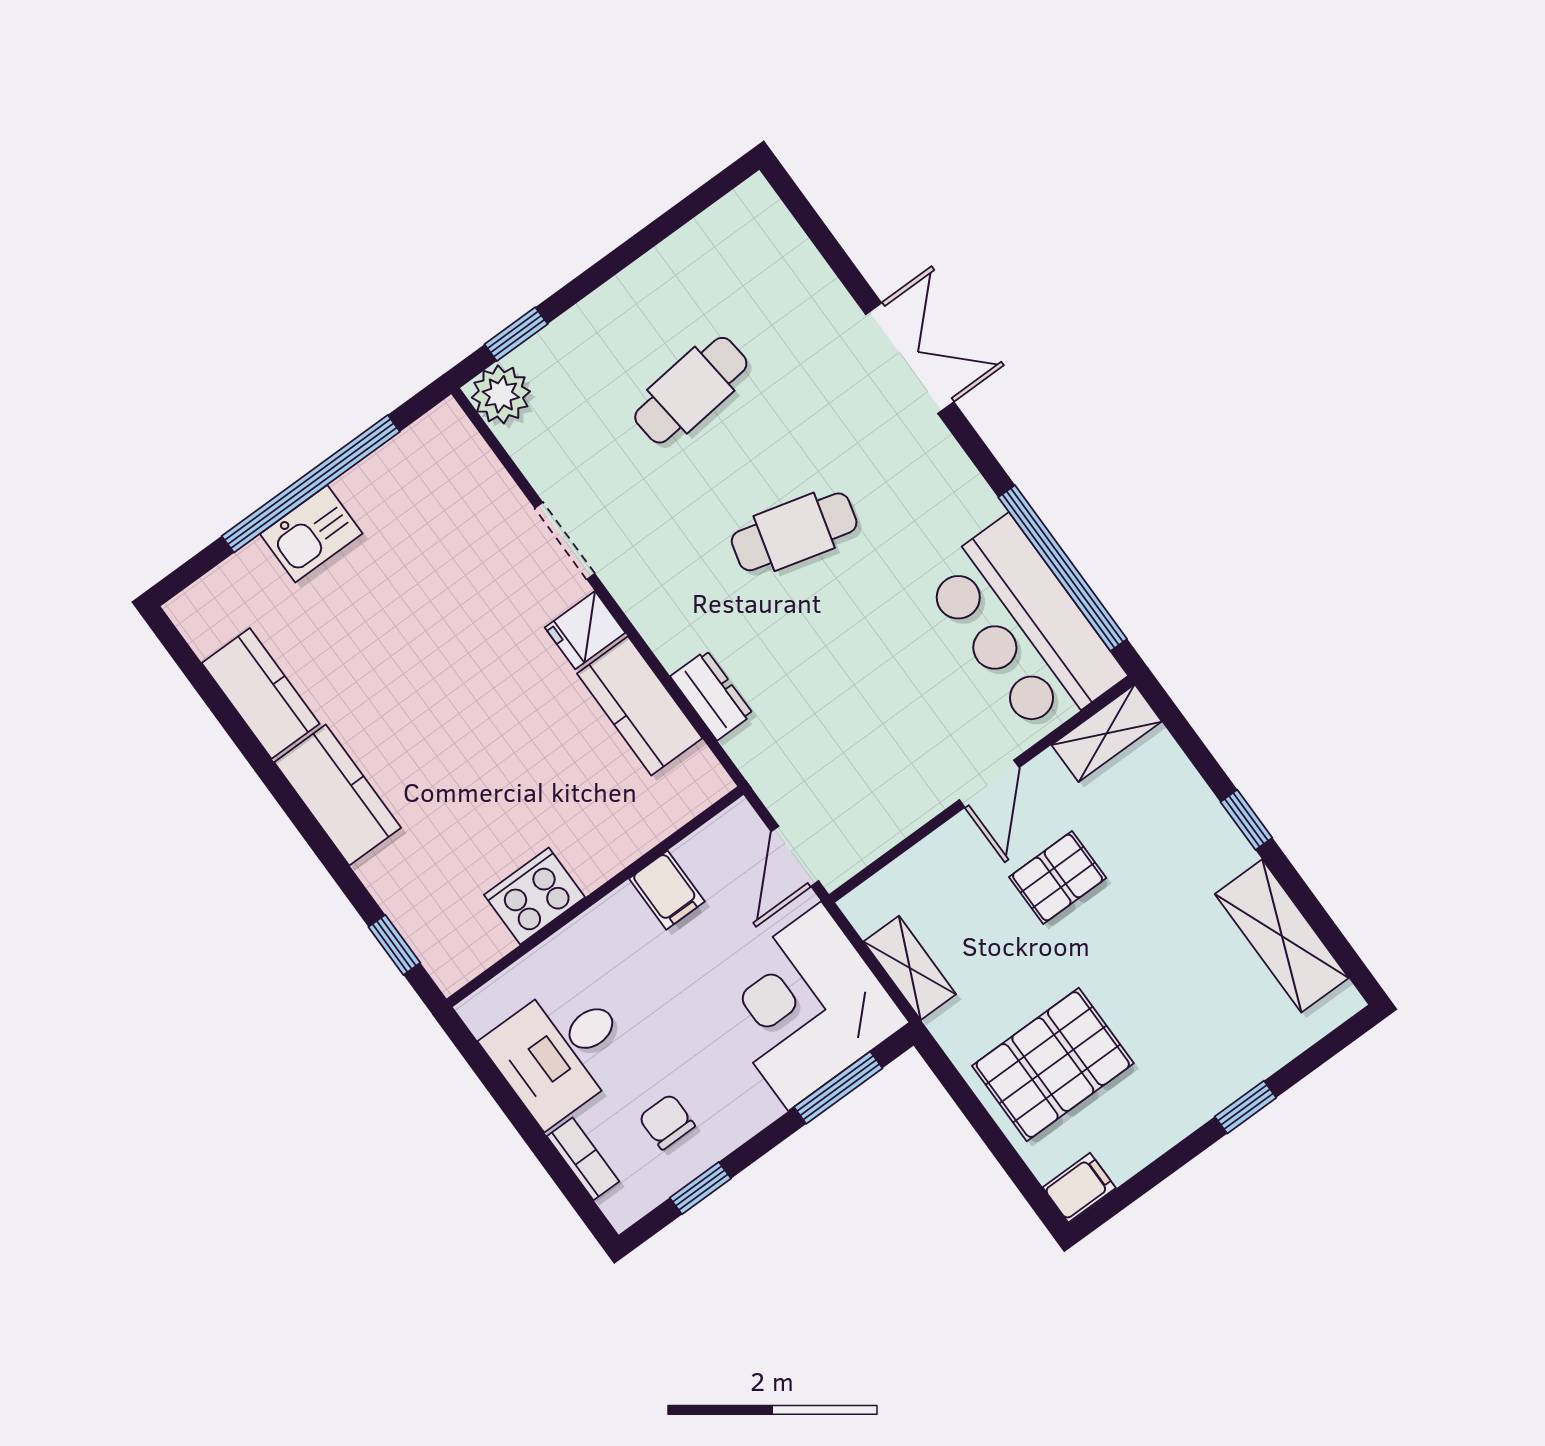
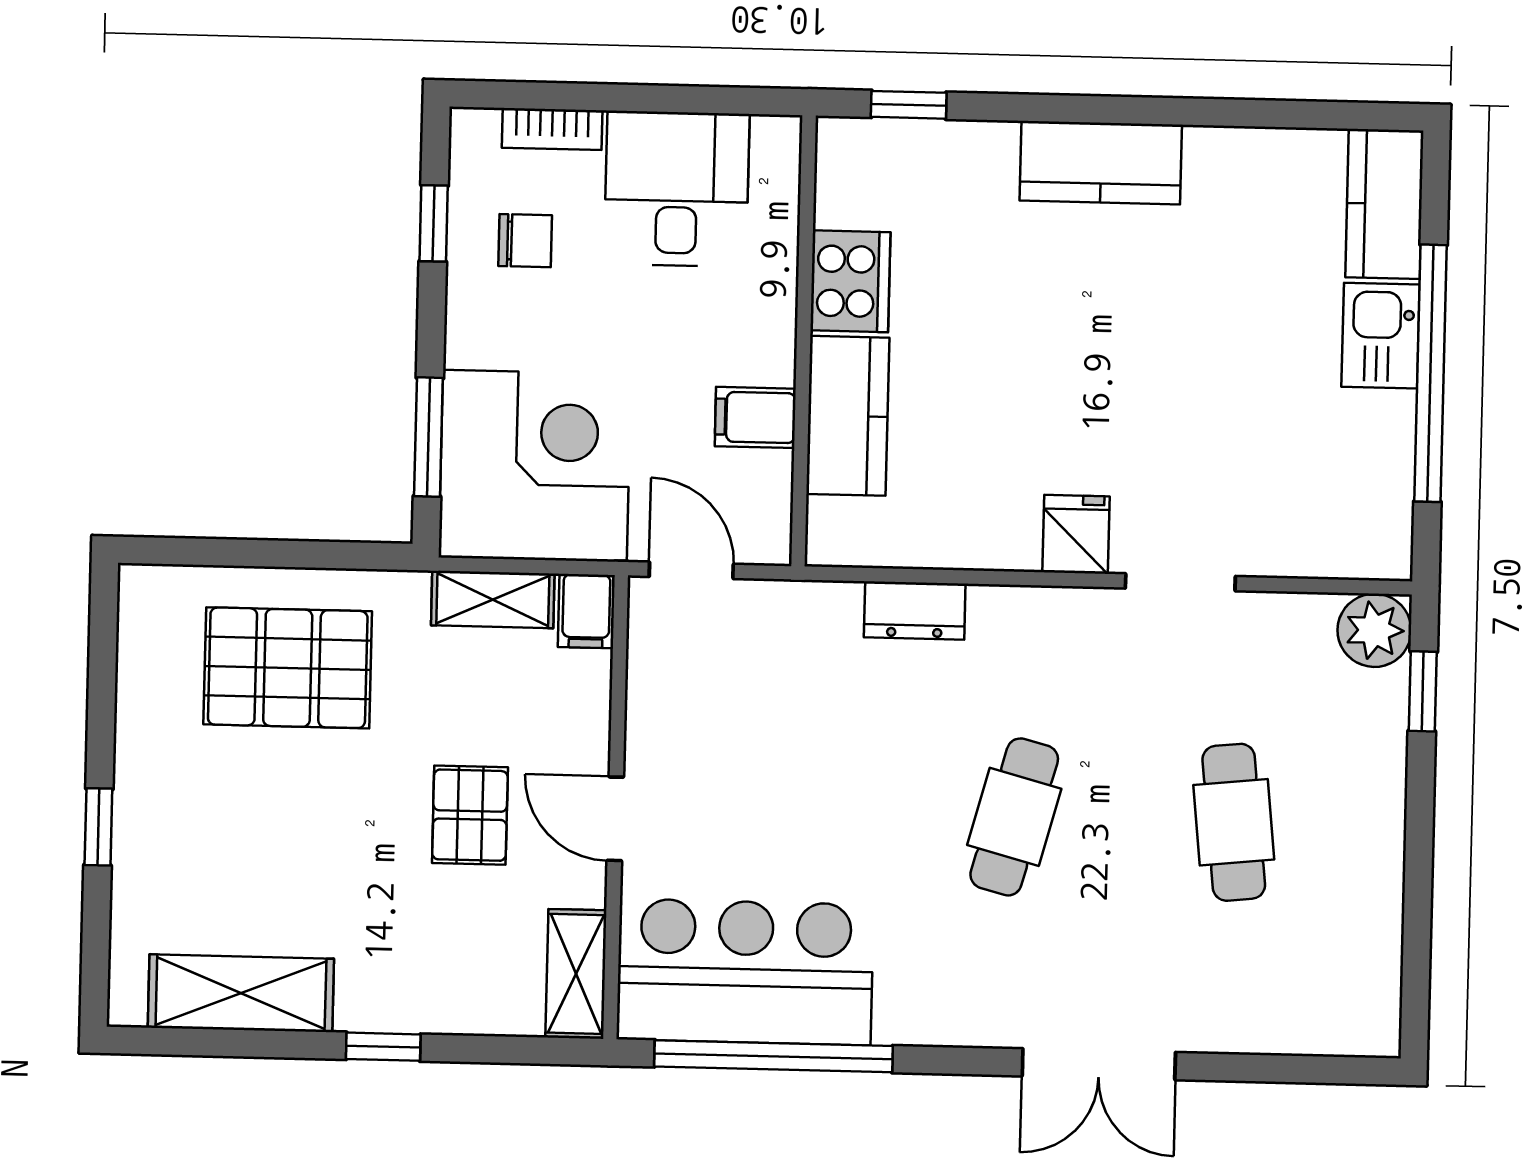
kitchen counter: (261, 693) -> (1384, 204), moved, turned 90
kitchen counter: (640, 706) -> (848, 416), moved, turned 90
pallet: (1053, 1065) -> (288, 668), turned 90
filing cabinet: (1079, 1188) -> (586, 611), moved

